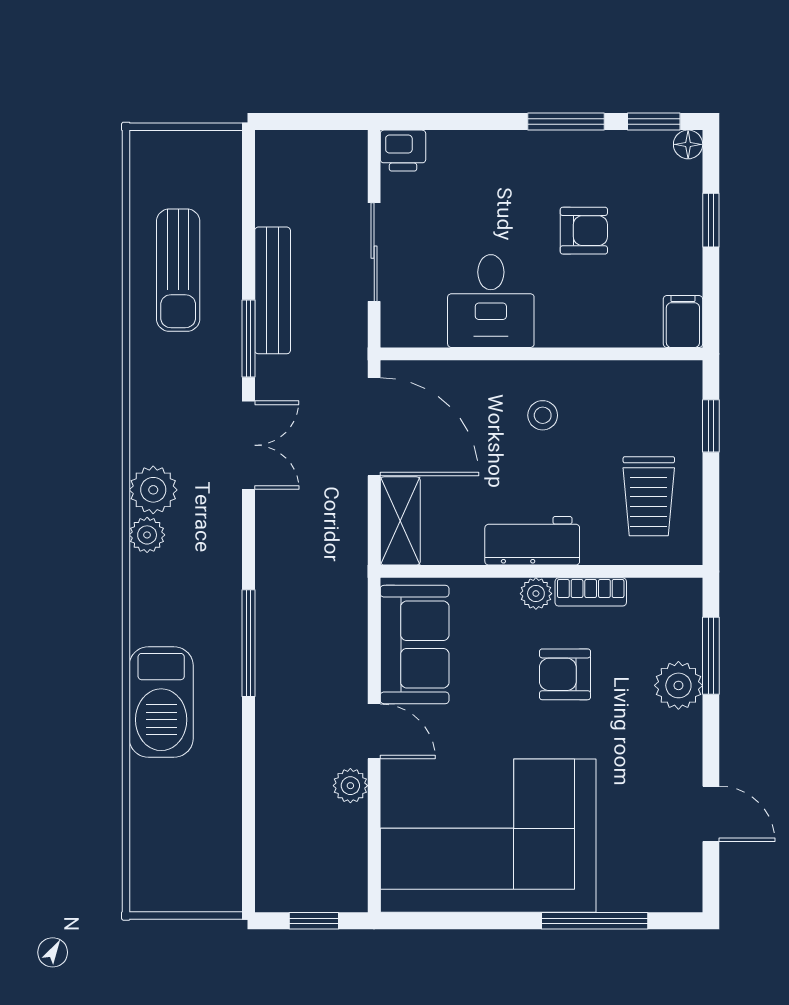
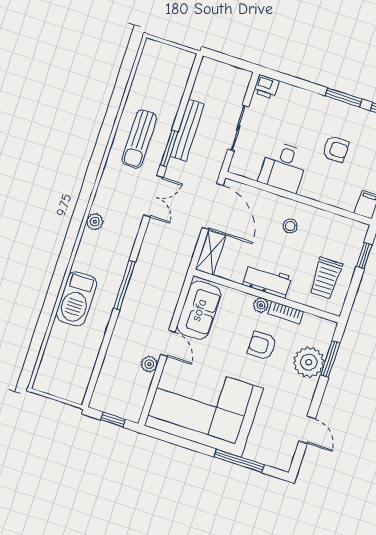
sun lounger: (178, 270) -> (139, 139), moved
plant: (153, 490) -> (104, 202), removed
plant: (678, 685) -> (309, 362), width x1.36, depth x1.36

